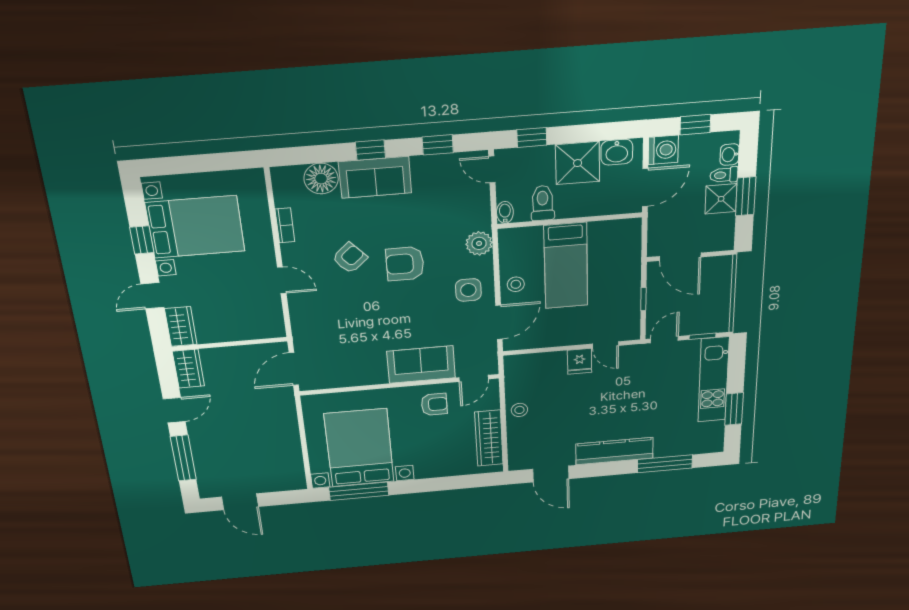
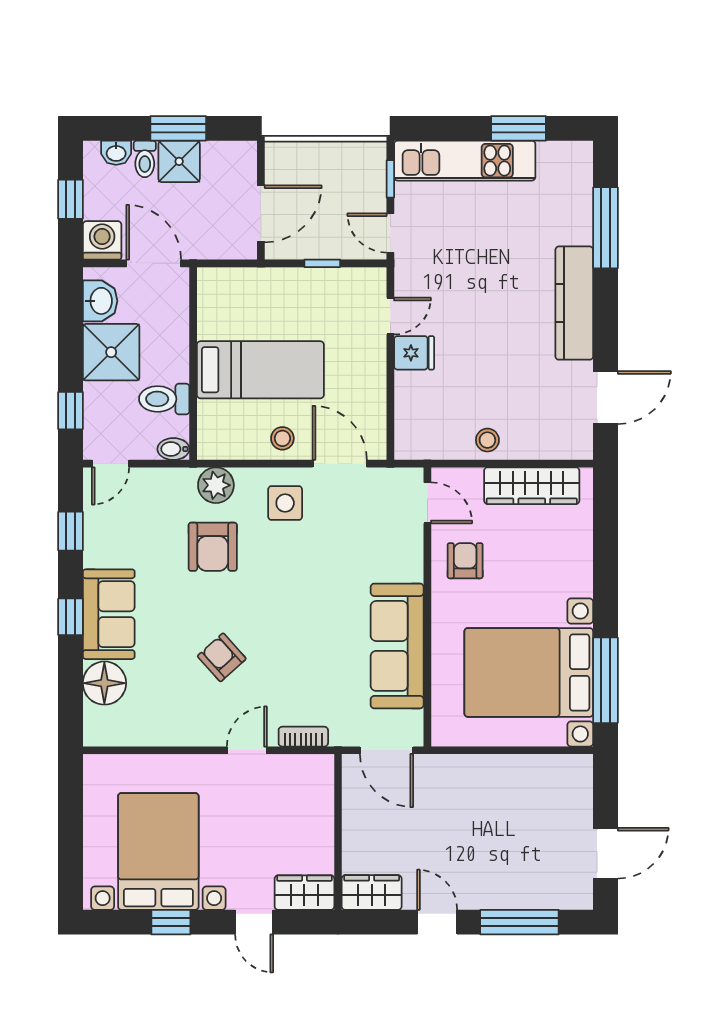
bookcase: (285, 225) -> (303, 737), moved
armchair: (405, 264) -> (213, 547), moved
sofa: (421, 365) -> (397, 646), moved, width x1.36

